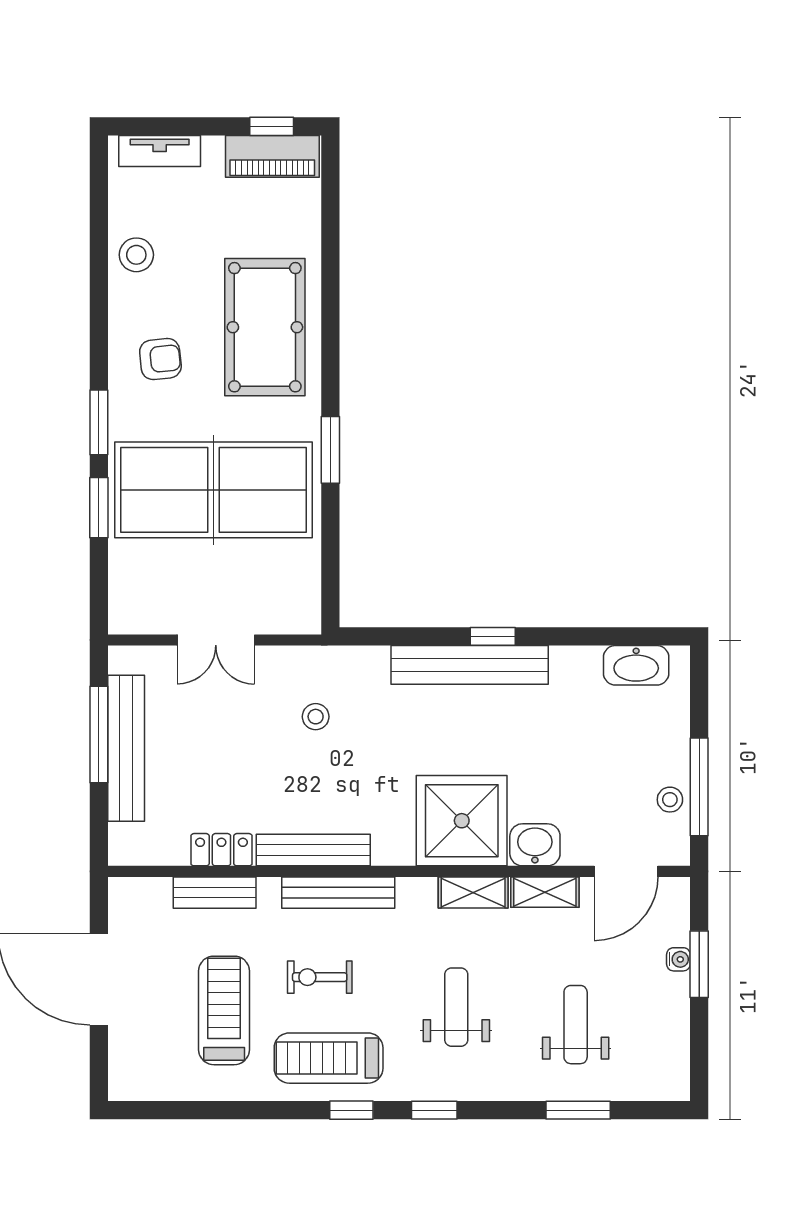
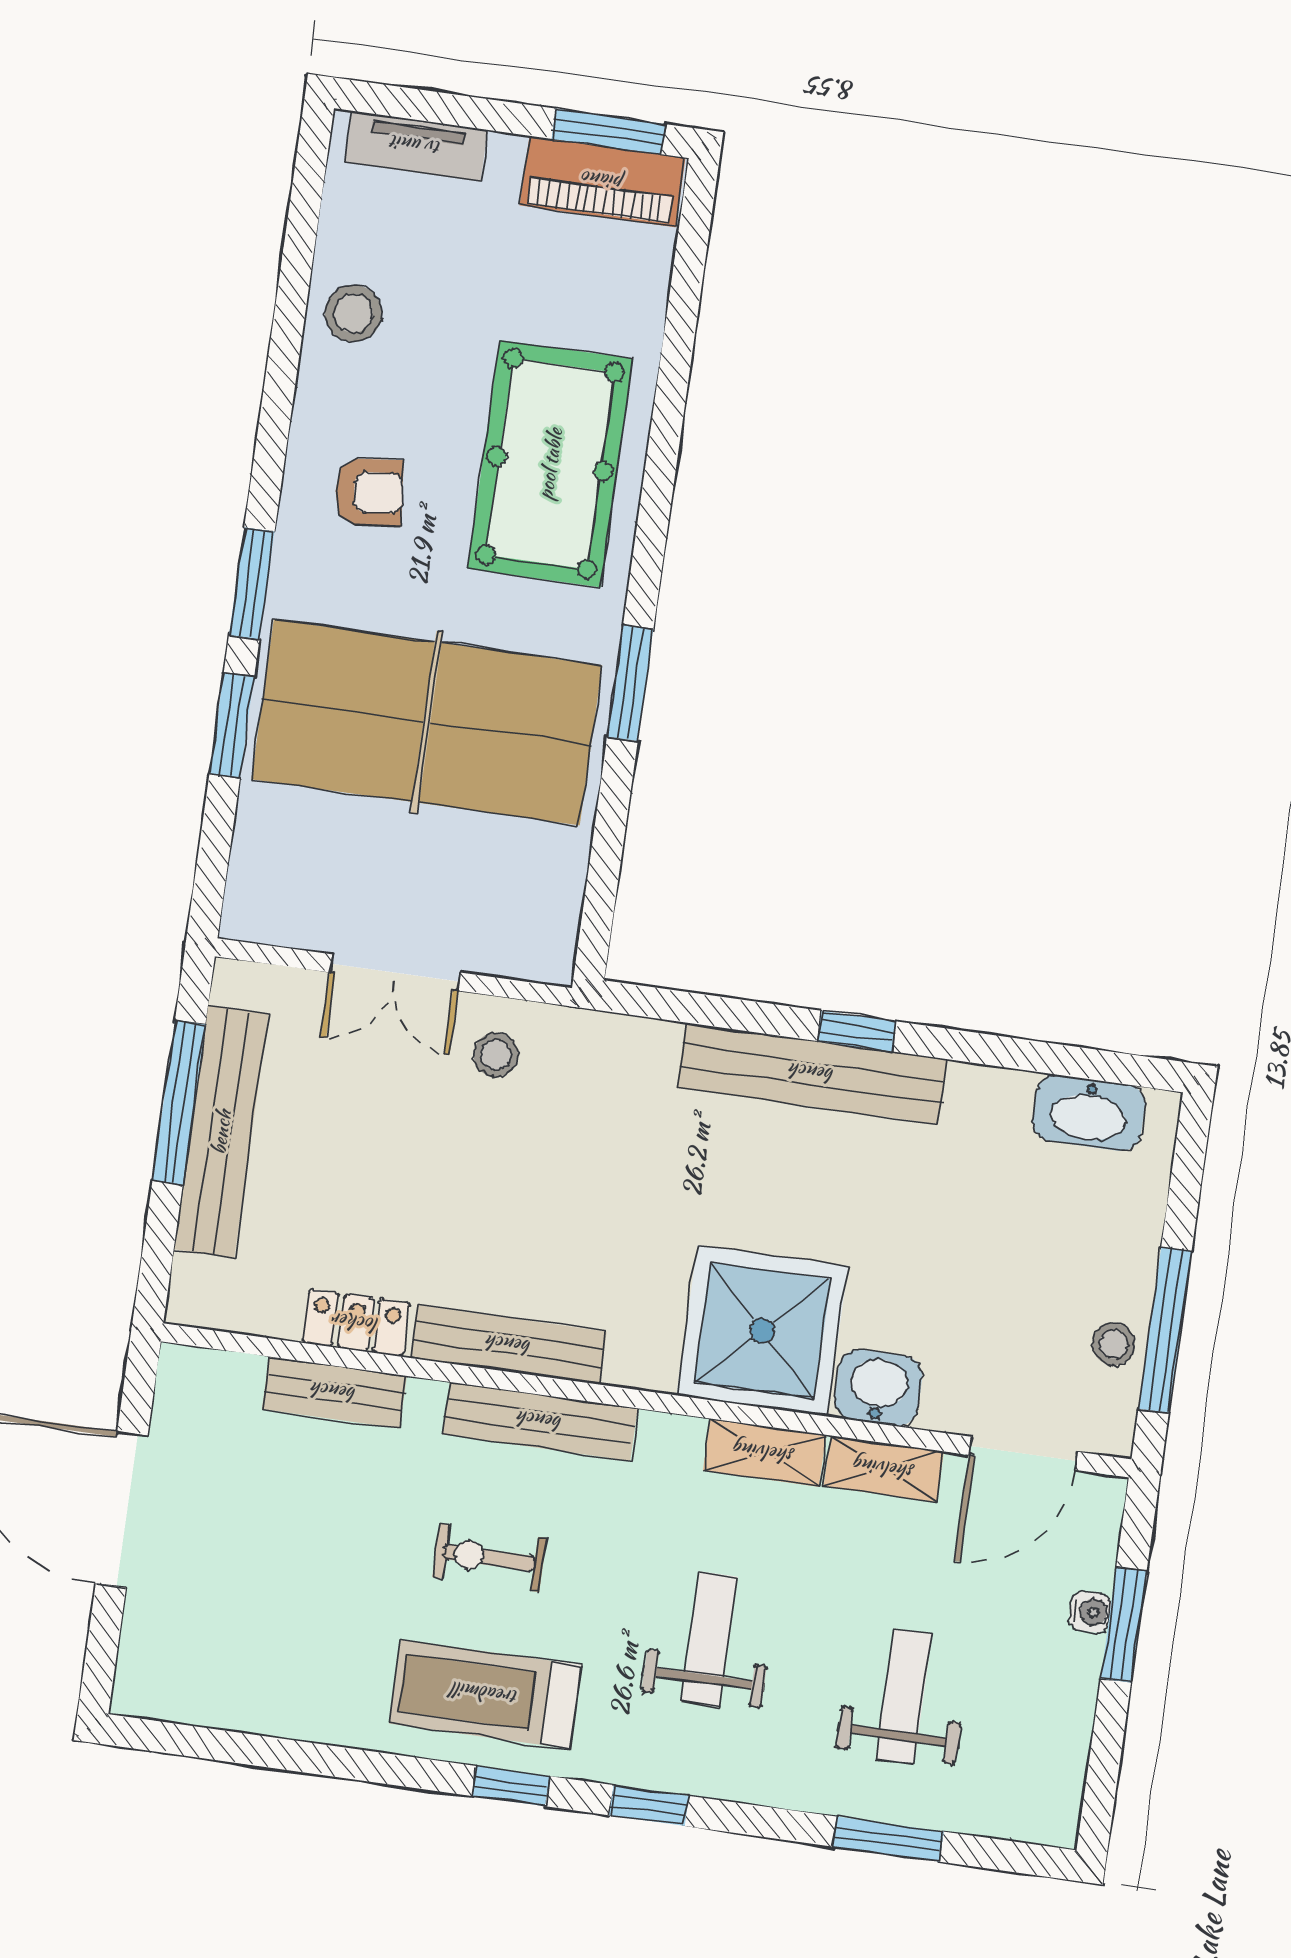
window: (272, 126) -> (608, 131), width x1.50
stool: (316, 717) -> (496, 1055), moved
treadmill: (224, 1010) -> (323, 1591), removed

